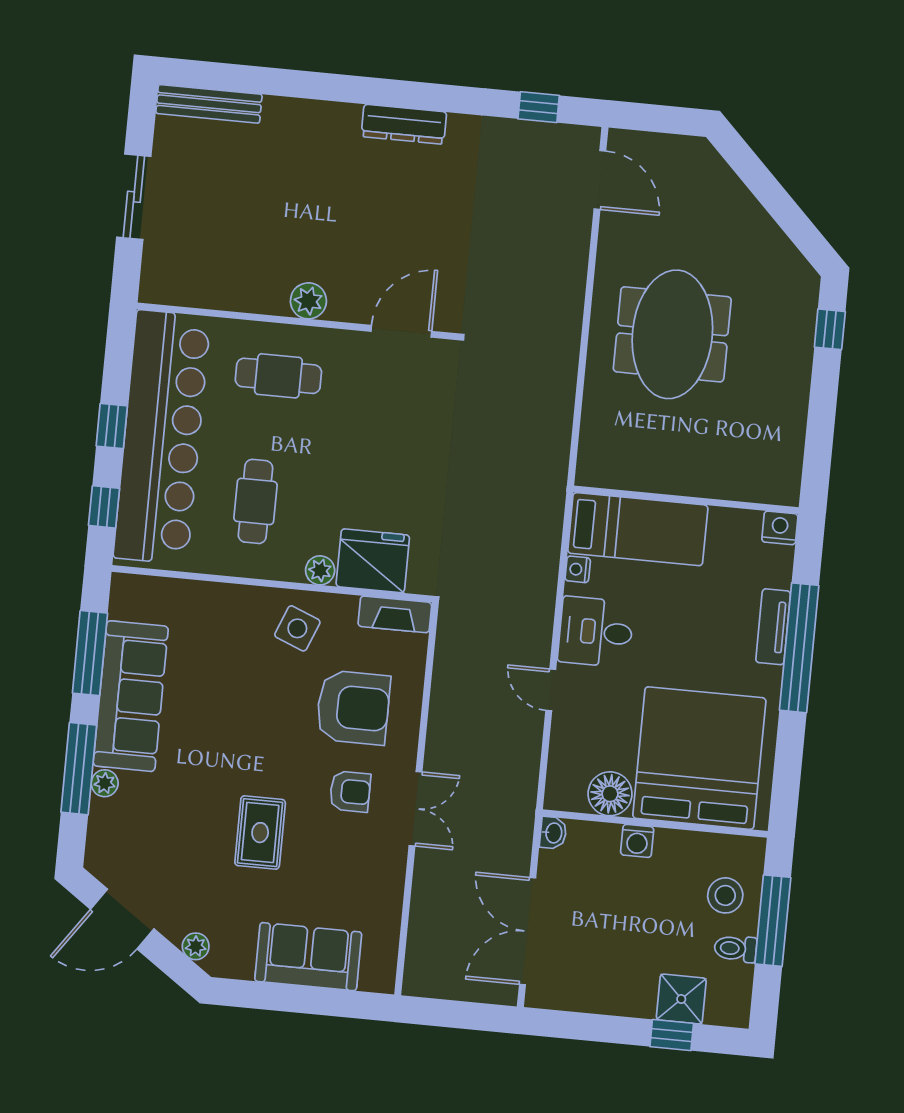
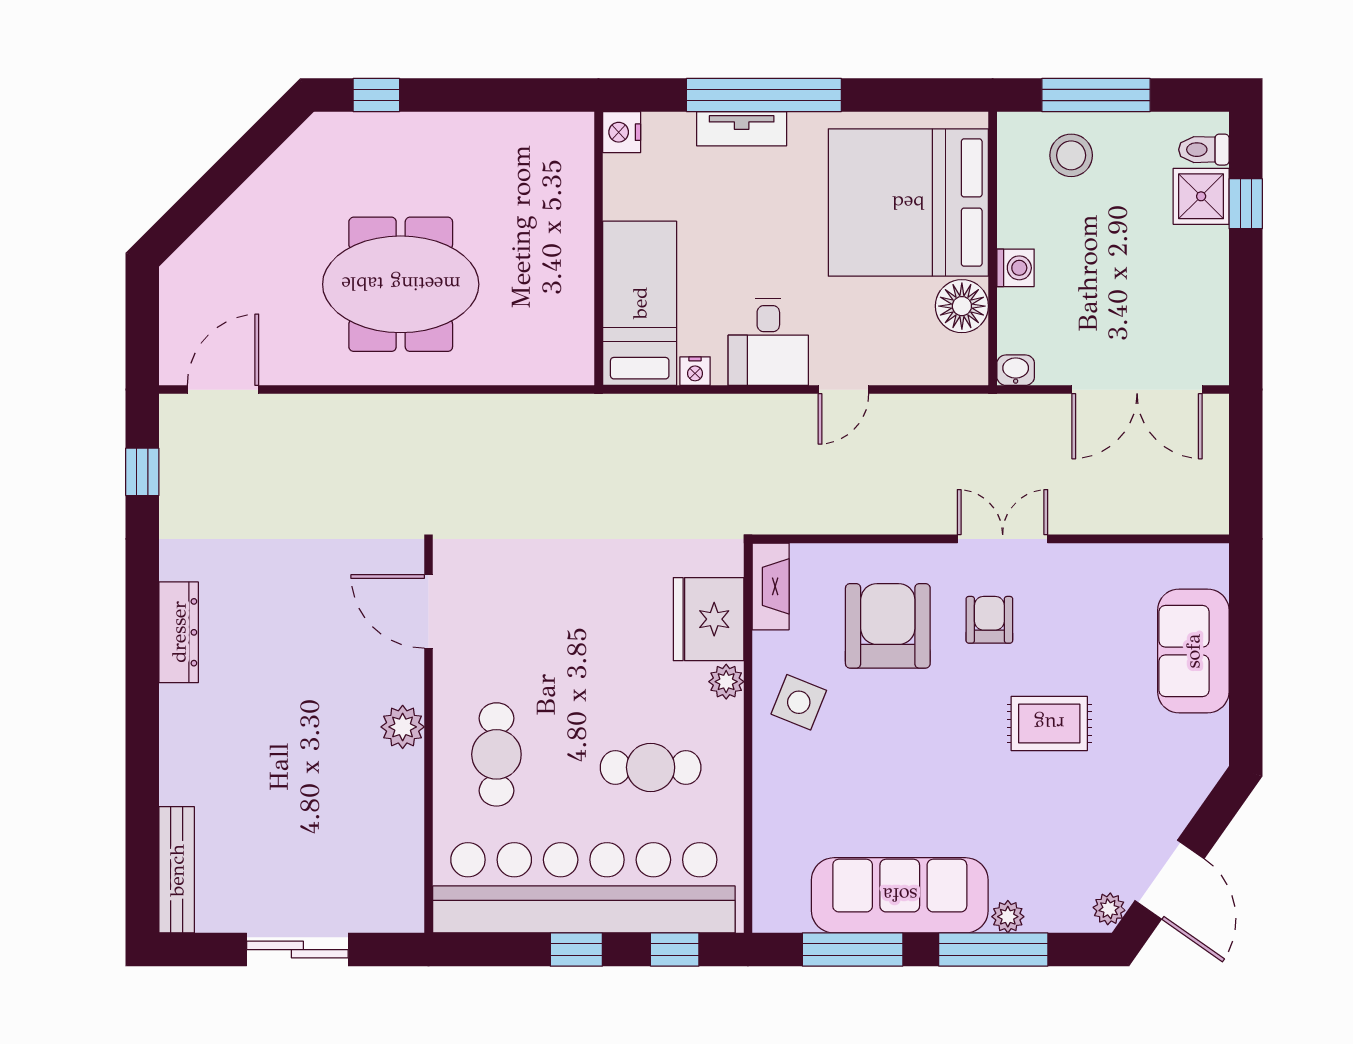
plant: (196, 946) -> (1109, 909), moved
toilet: (735, 949) -> (1204, 150), moved, turned 90

